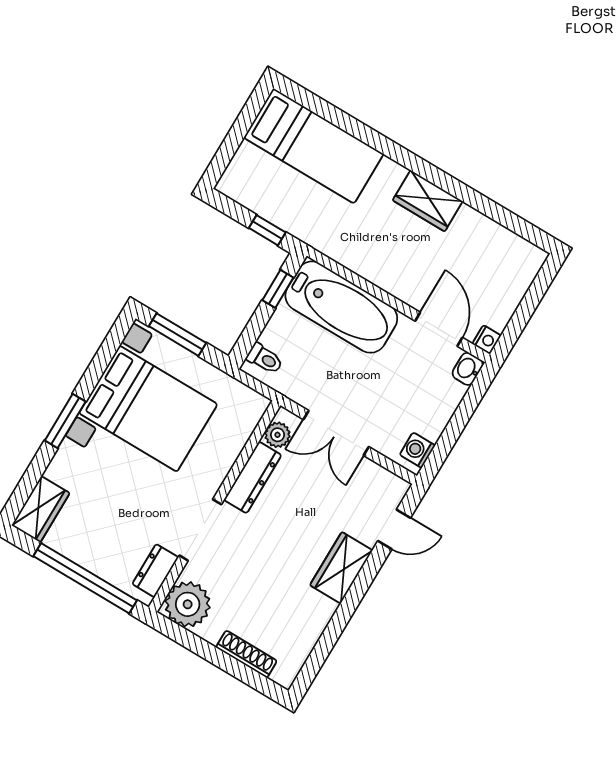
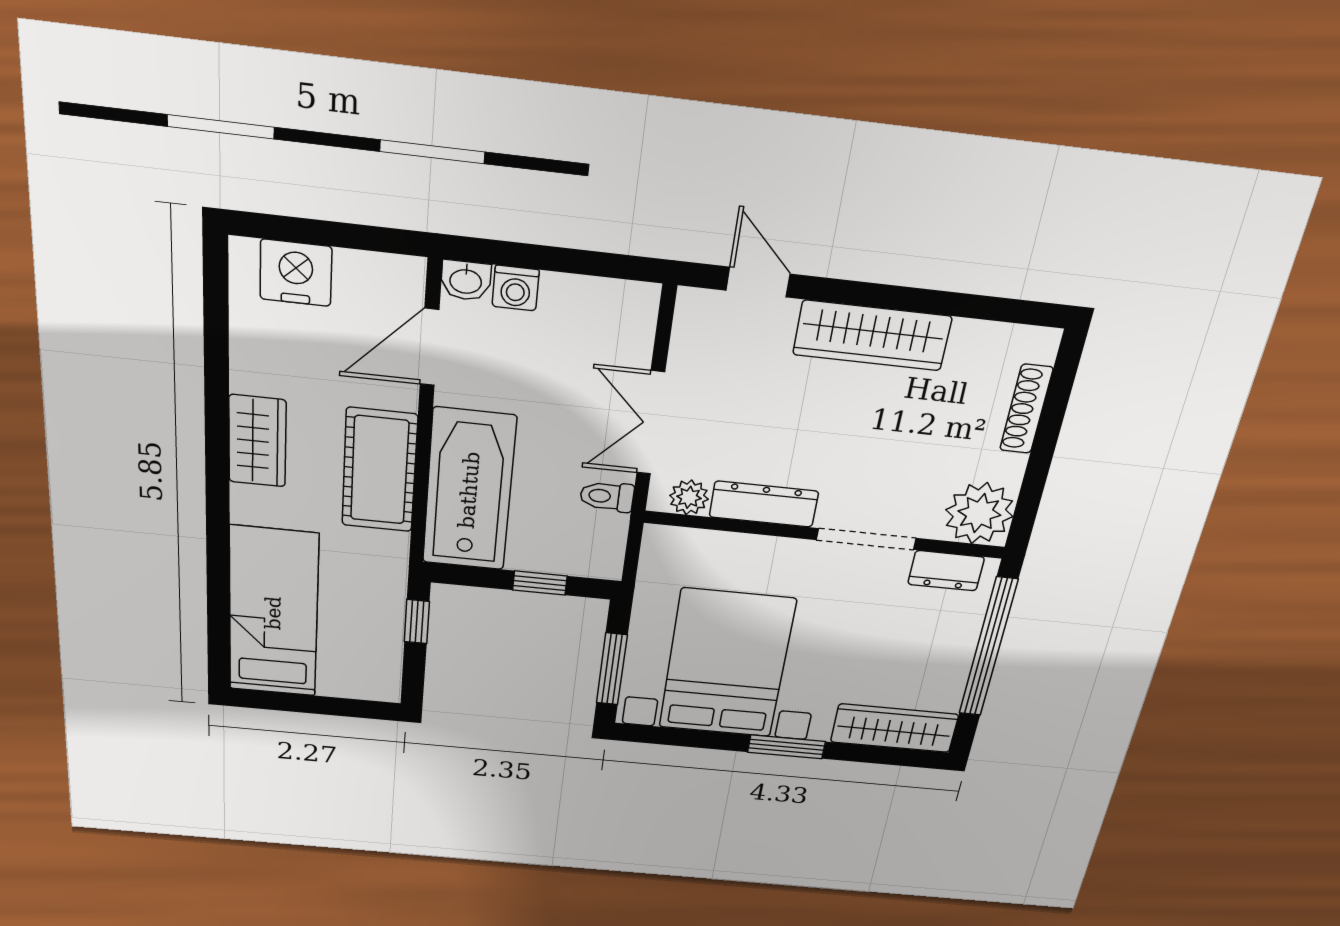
cot: (378, 261) -> (380, 470), added
window: (278, 289) -> (540, 583), moved
nightstand: (487, 340) -> (296, 273), moved, width x1.89, depth x1.79
toilet: (265, 359) -> (607, 496), moved, turned -90
double door: (336, 433) -> (651, 423), swing flipped
washing machine: (417, 450) -> (516, 288), moved
wardrobe: (41, 509) -> (894, 728), width x1.50
wardrobe: (341, 568) -> (872, 336), width x1.50

